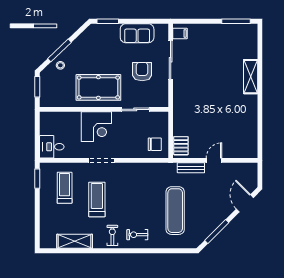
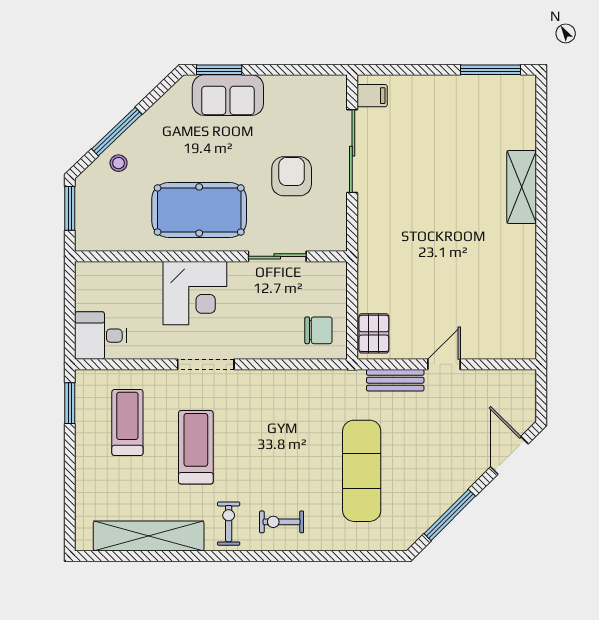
sofa: (137, 33) -> (228, 95), moved
shelving: (75, 241) -> (149, 536), width x1.47

